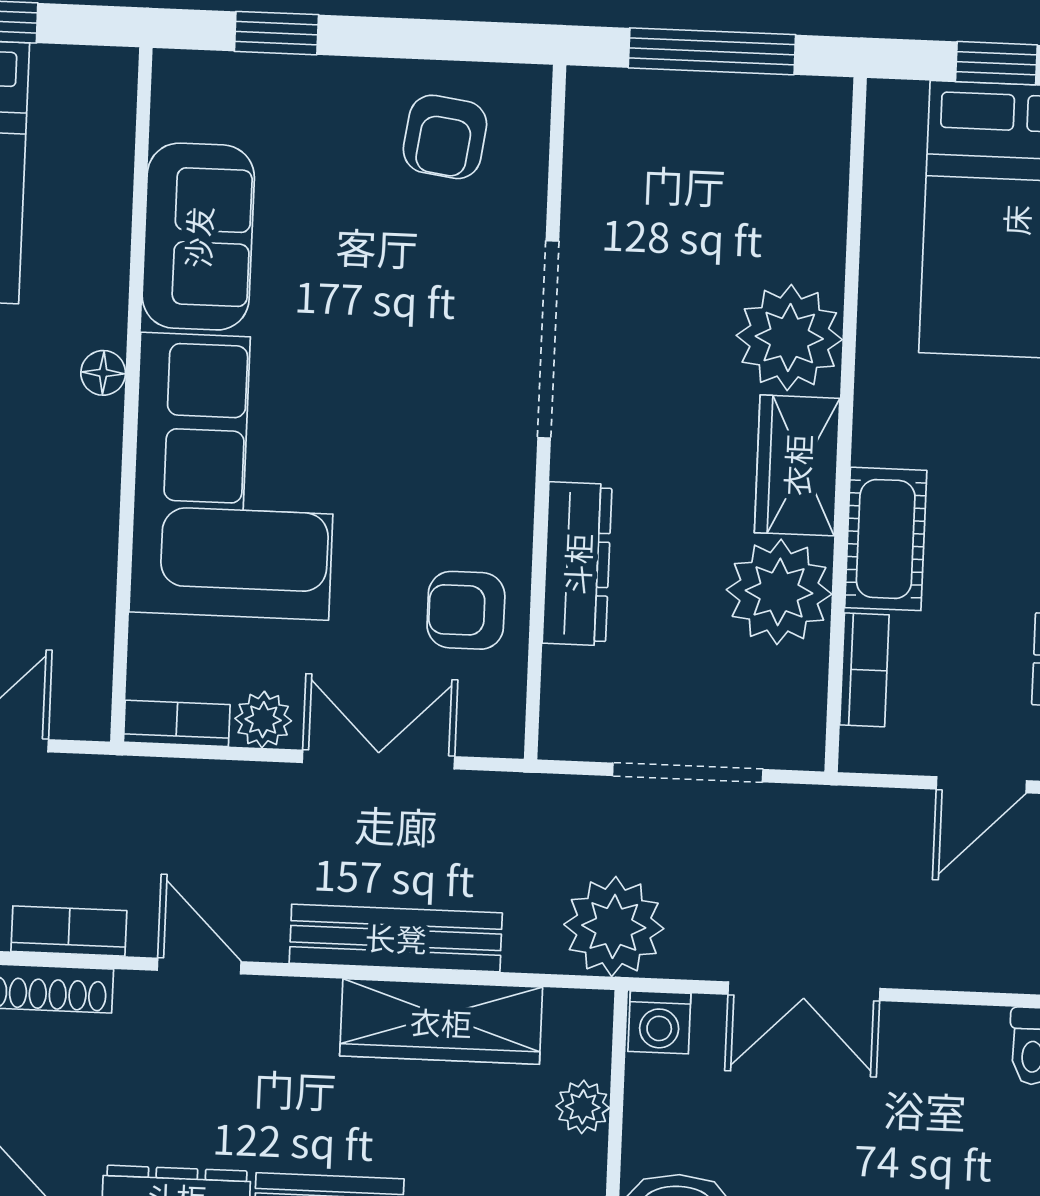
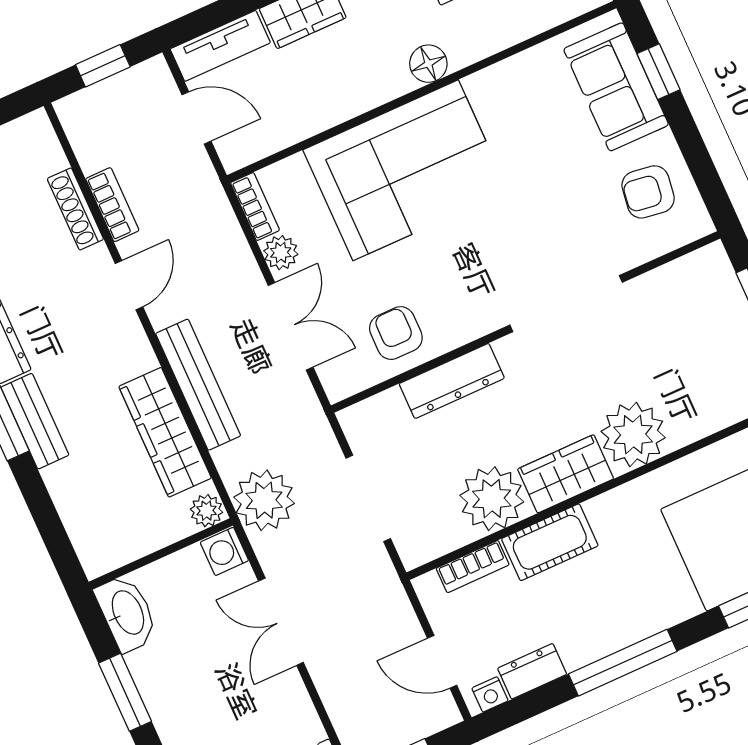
sofa: (198, 237) -> (616, 87), moved, turned 90
floor lamp: (103, 373) -> (428, 64), width x1.37, depth x1.37
plant: (583, 1107) -> (206, 511), moved

